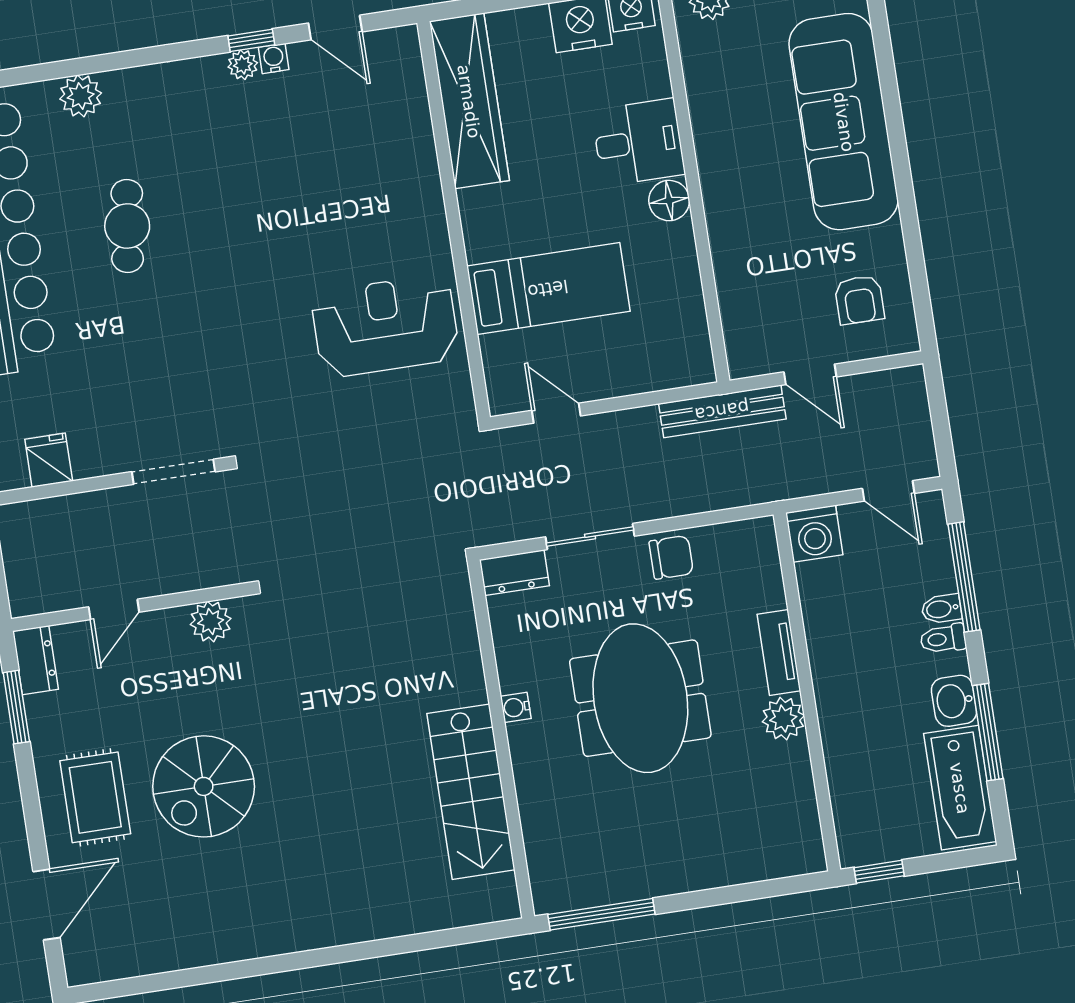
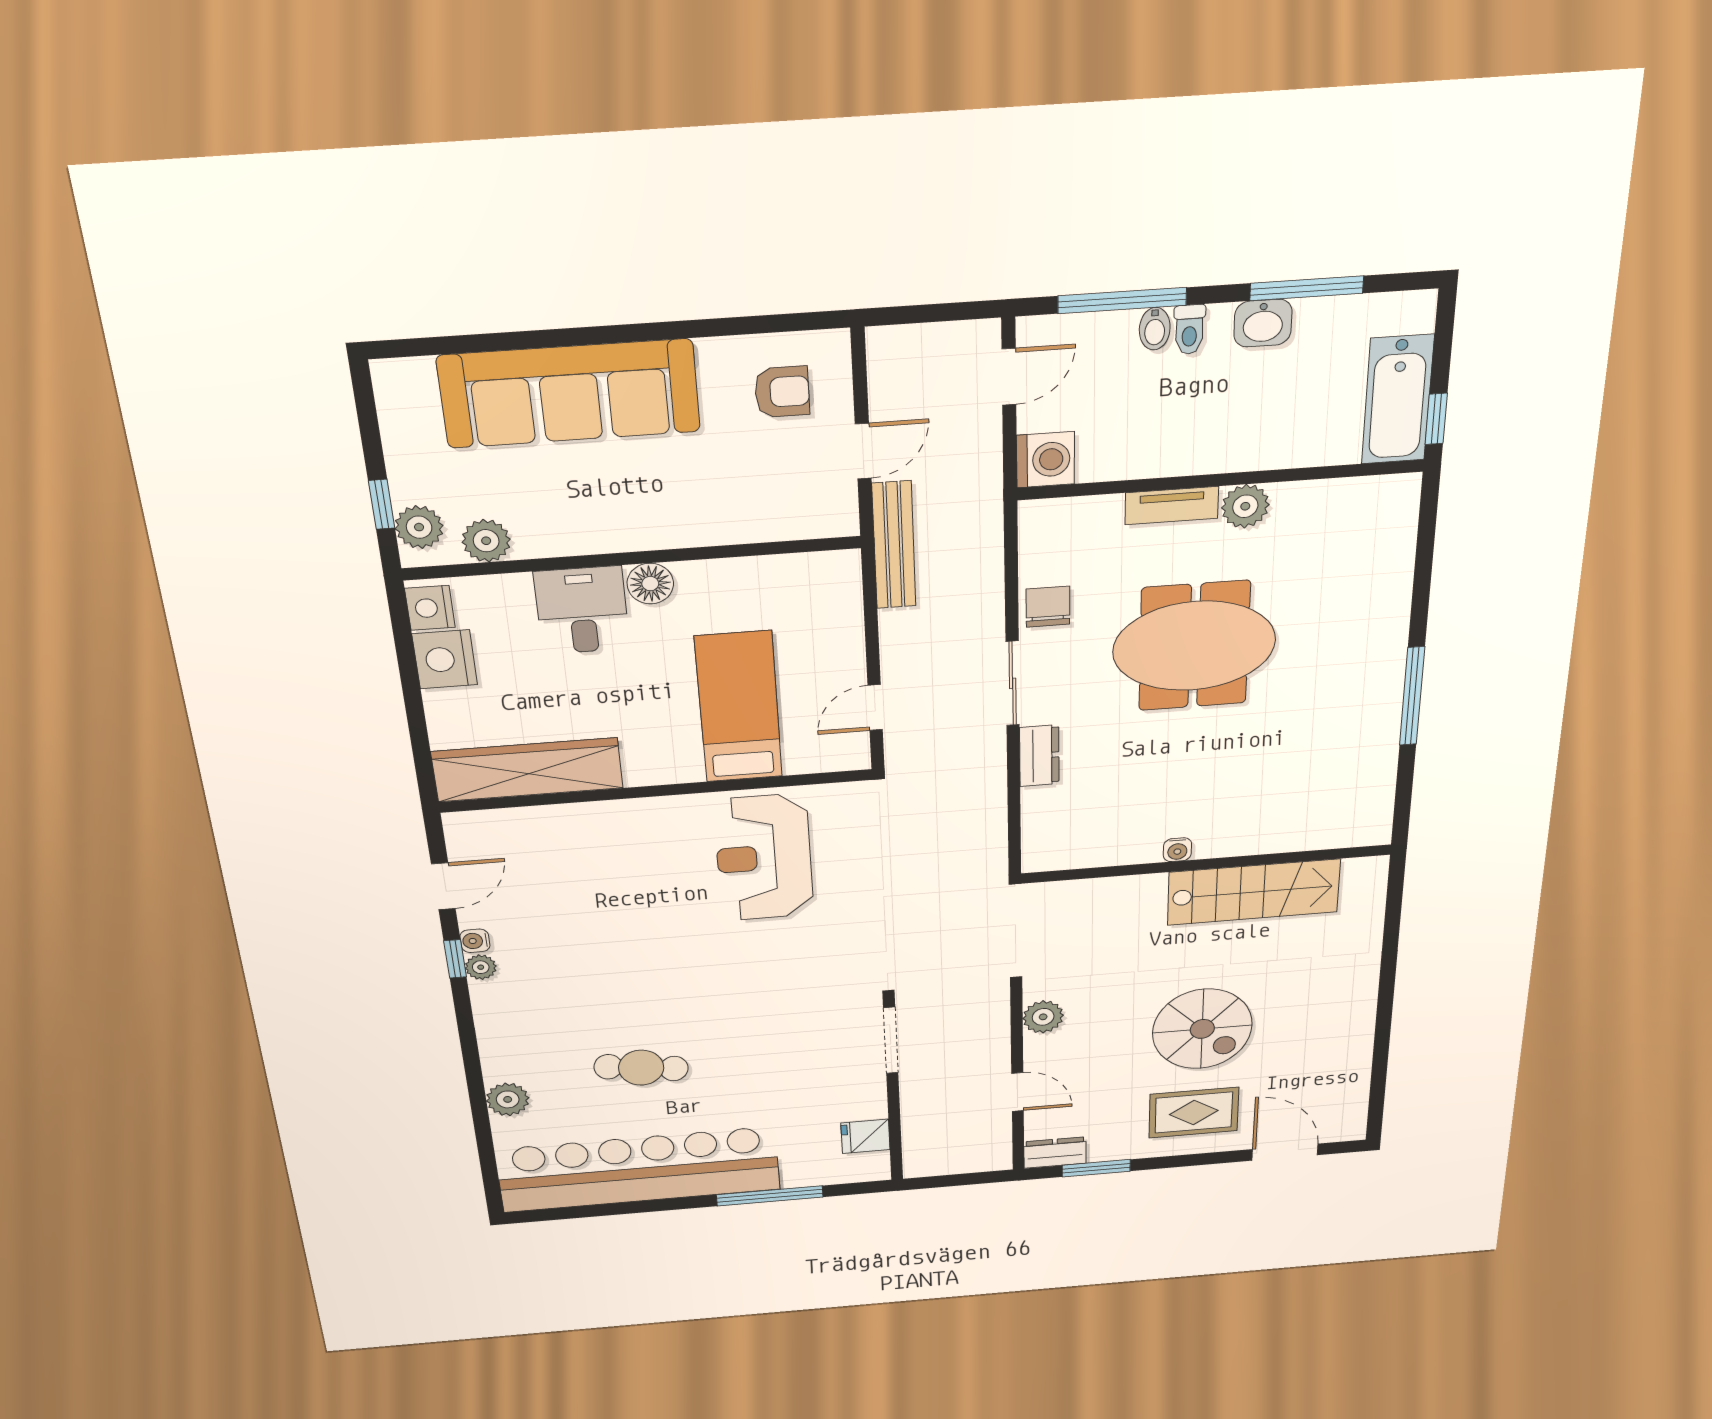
plant: (701, 57) -> (486, 541), added
water cooler: (516, 707) -> (1177, 850), moved
wall: (501, 739) -> (1207, 864), moved
bathtub: (960, 788) -> (1398, 400), moved, turned 90
stairs: (471, 792) -> (1254, 892), moved

